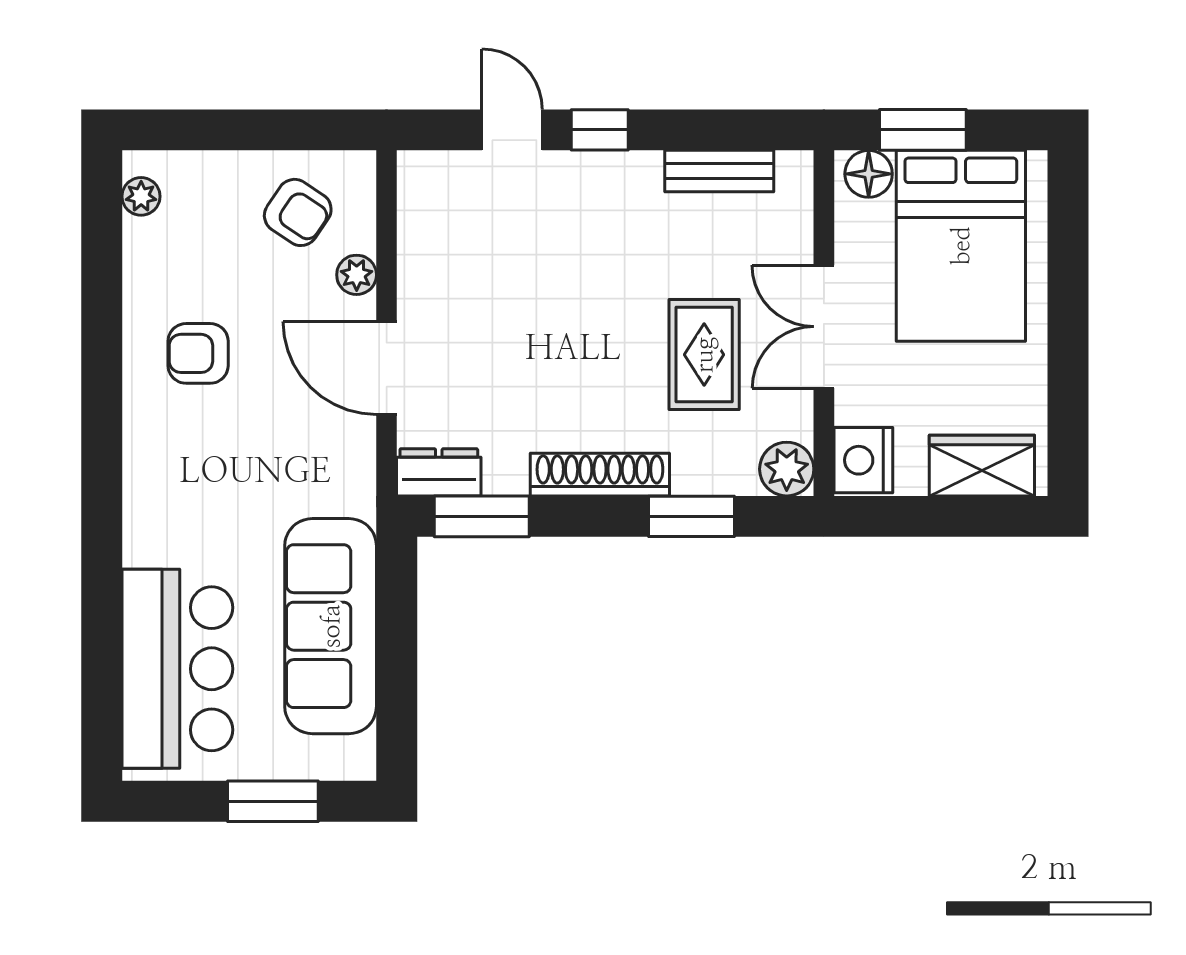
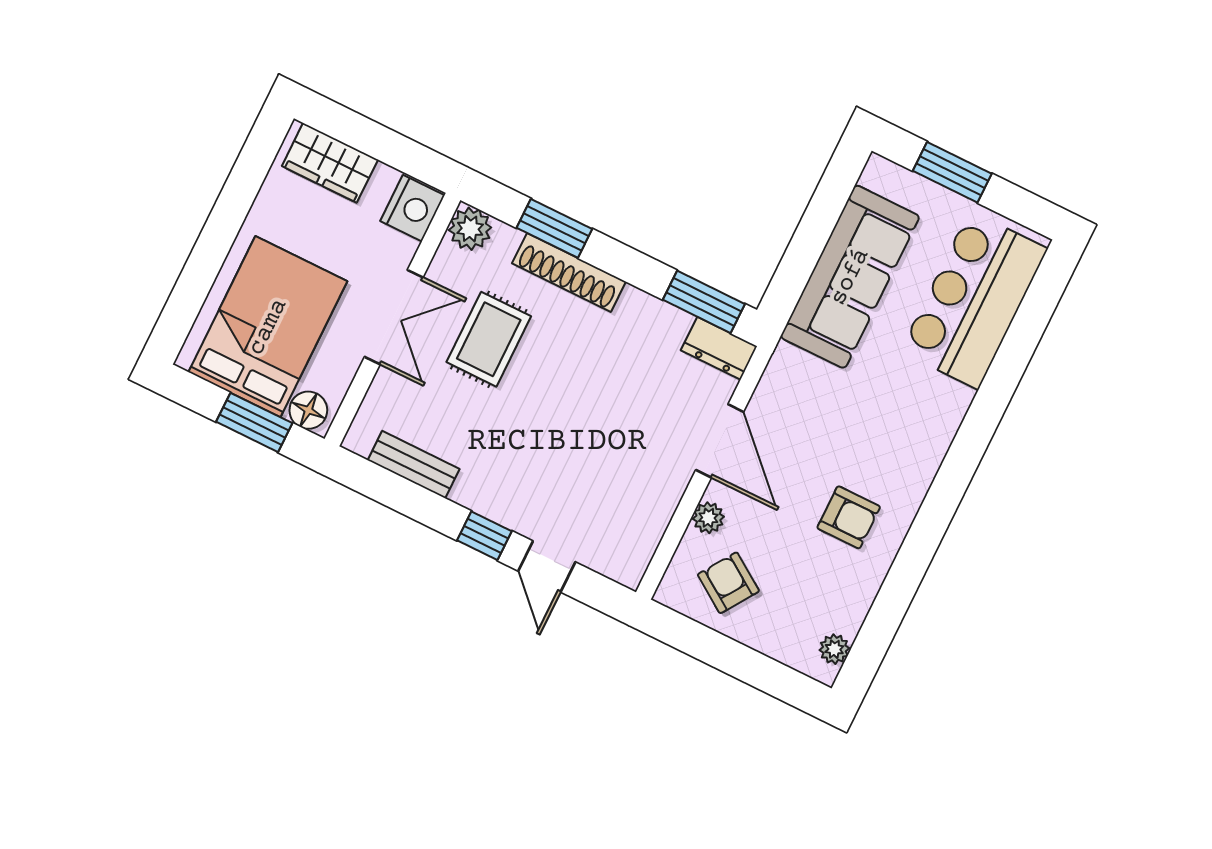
shoe rack: (600, 475) -> (569, 272), moved

